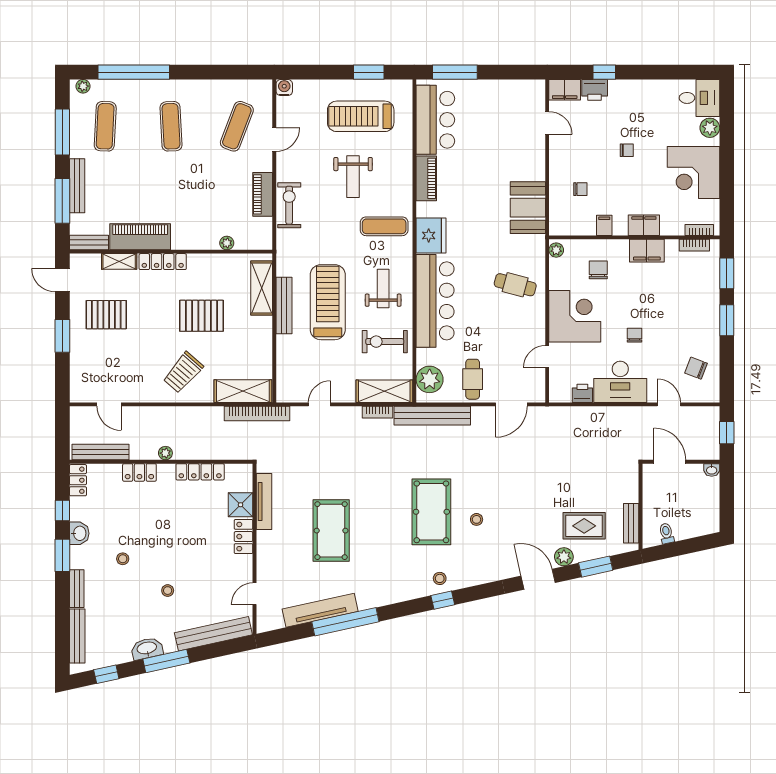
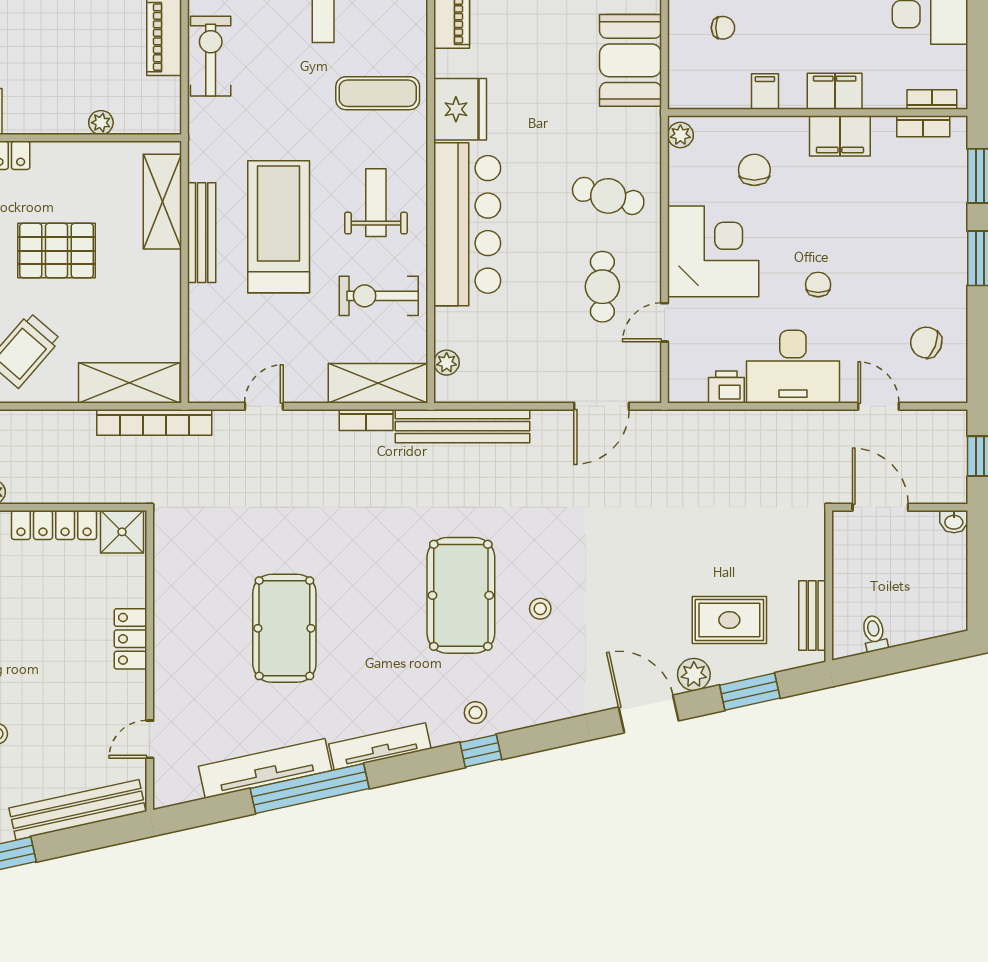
plant: (430, 379) -> (447, 363), width x0.53, depth x0.53
cafe table: (473, 379) -> (602, 287), moved
tv unit: (264, 501) -> (380, 746), moved, turned -102
shower: (241, 505) -> (122, 532), moved

